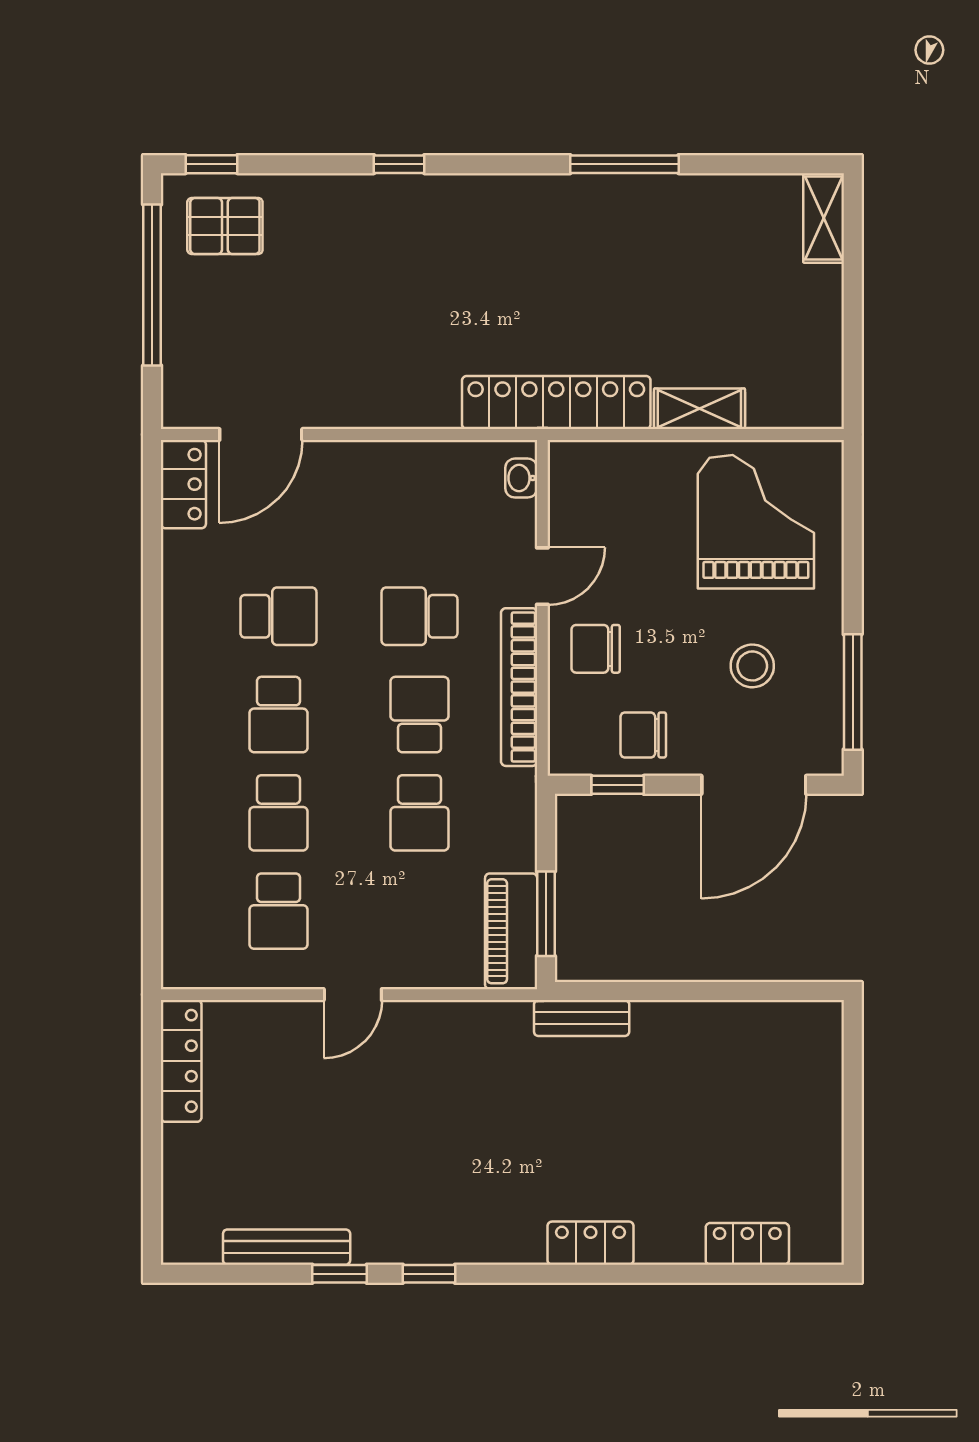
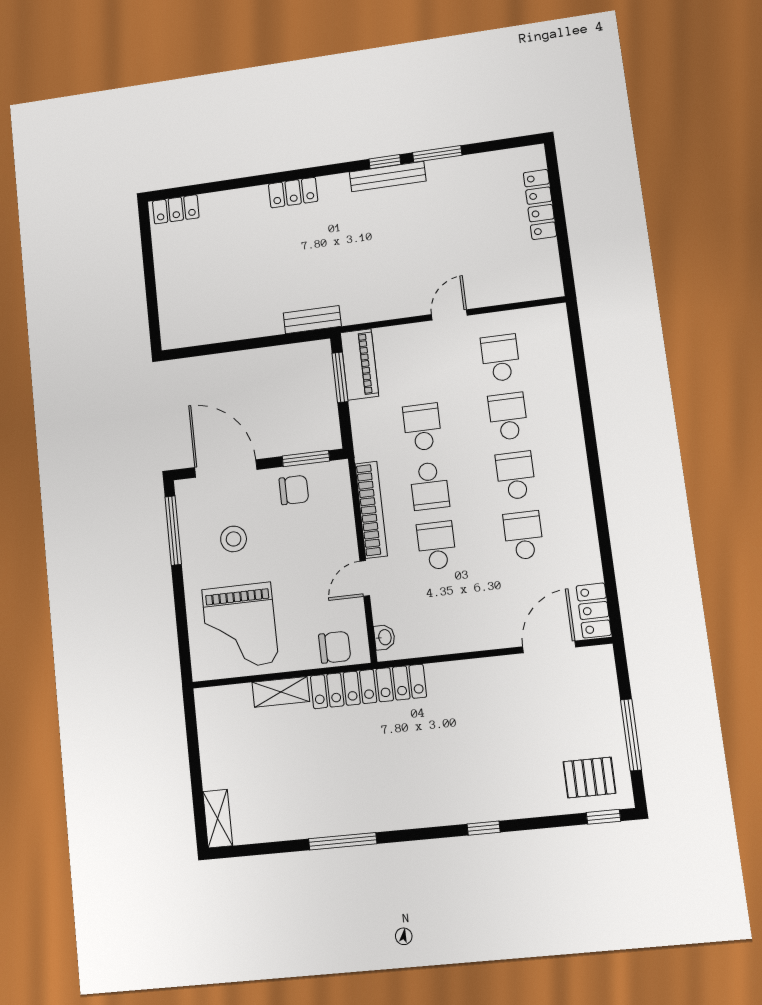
window: (152, 285) -> (631, 735), width x0.68
school desk: (278, 616) -> (523, 535), turned 90
school desk: (420, 616) -> (437, 545), turned -90
chair: (596, 649) -> (335, 647), moved
window: (618, 785) -> (306, 459), width x1.50
door: (754, 785) -> (226, 469), hinge flipped
locker: (181, 1061) -> (540, 204), moved
locker: (747, 1244) -> (176, 209), moved
bench: (287, 1247) -> (388, 177), moved
window: (339, 1274) -> (437, 154), width x1.50

